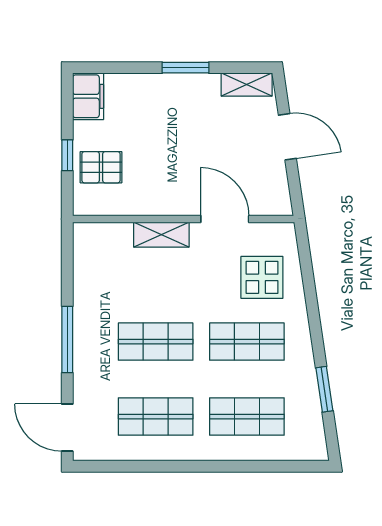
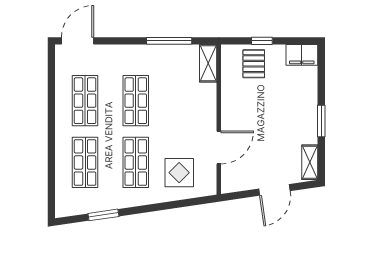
shelving: (161, 235) -> (208, 63), moved
window: (67, 339) -> (169, 41), moved

